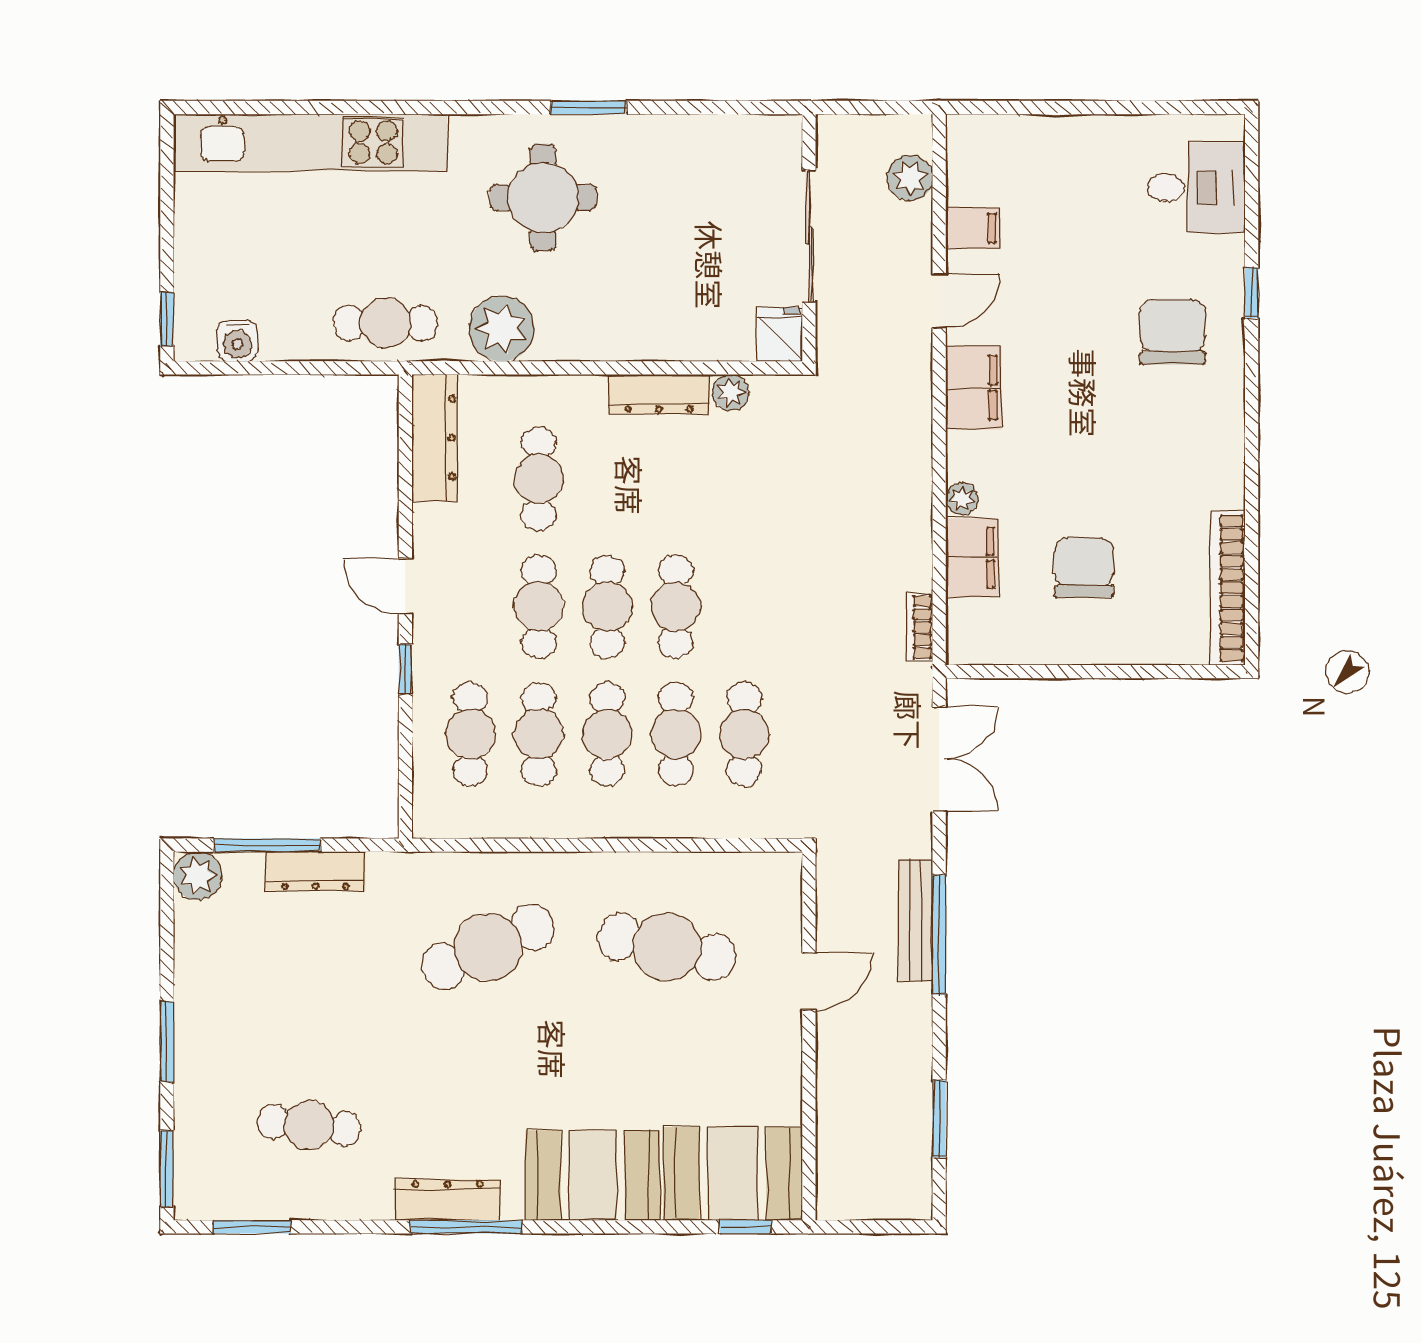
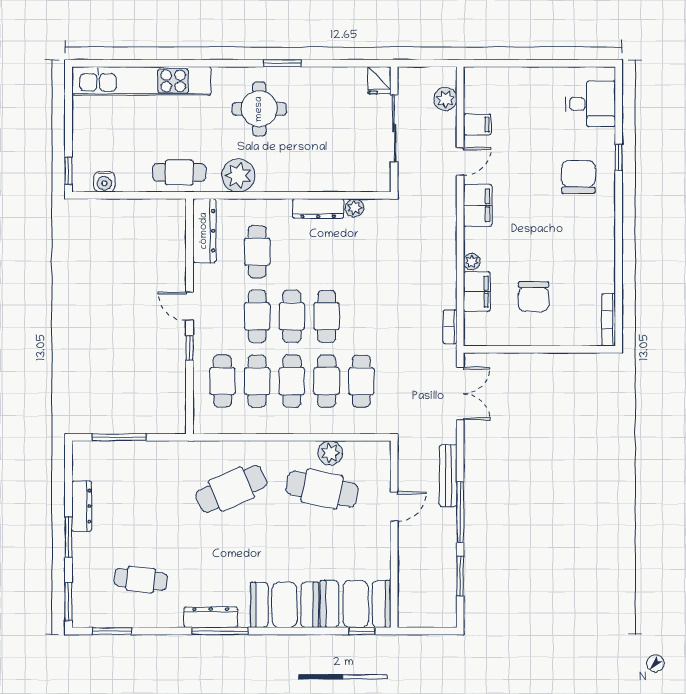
fridge: (780, 334) -> (379, 80), moved, turned 180
chair: (1084, 567) -> (534, 297), turned 180
bookcase: (1228, 588) -> (609, 320), width x0.68, depth x0.76
dresser: (316, 871) -> (82, 506), moved, turned -90
plant: (198, 876) -> (330, 453), moved
window: (939, 935) -> (460, 512), moved

